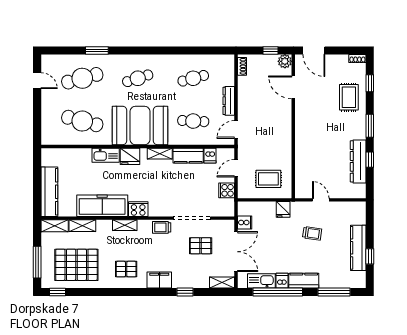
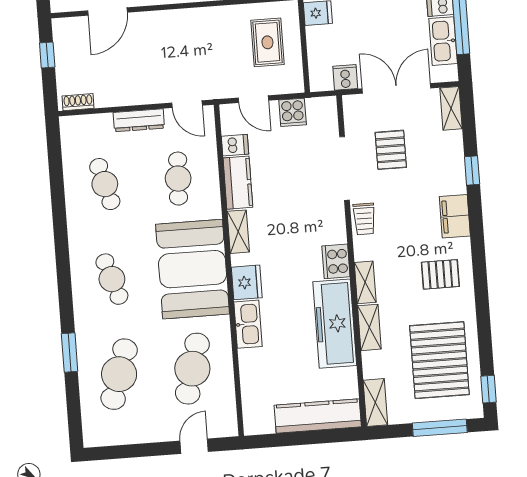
plant: (285, 61) -> (64, 29), removed
cafe table: (82, 78) -> (119, 374), turned 33
door: (37, 81) -> (194, 446), moved
shelving: (82, 226) -> (369, 327), moved
pallet: (126, 269) -> (440, 274), turned 90

